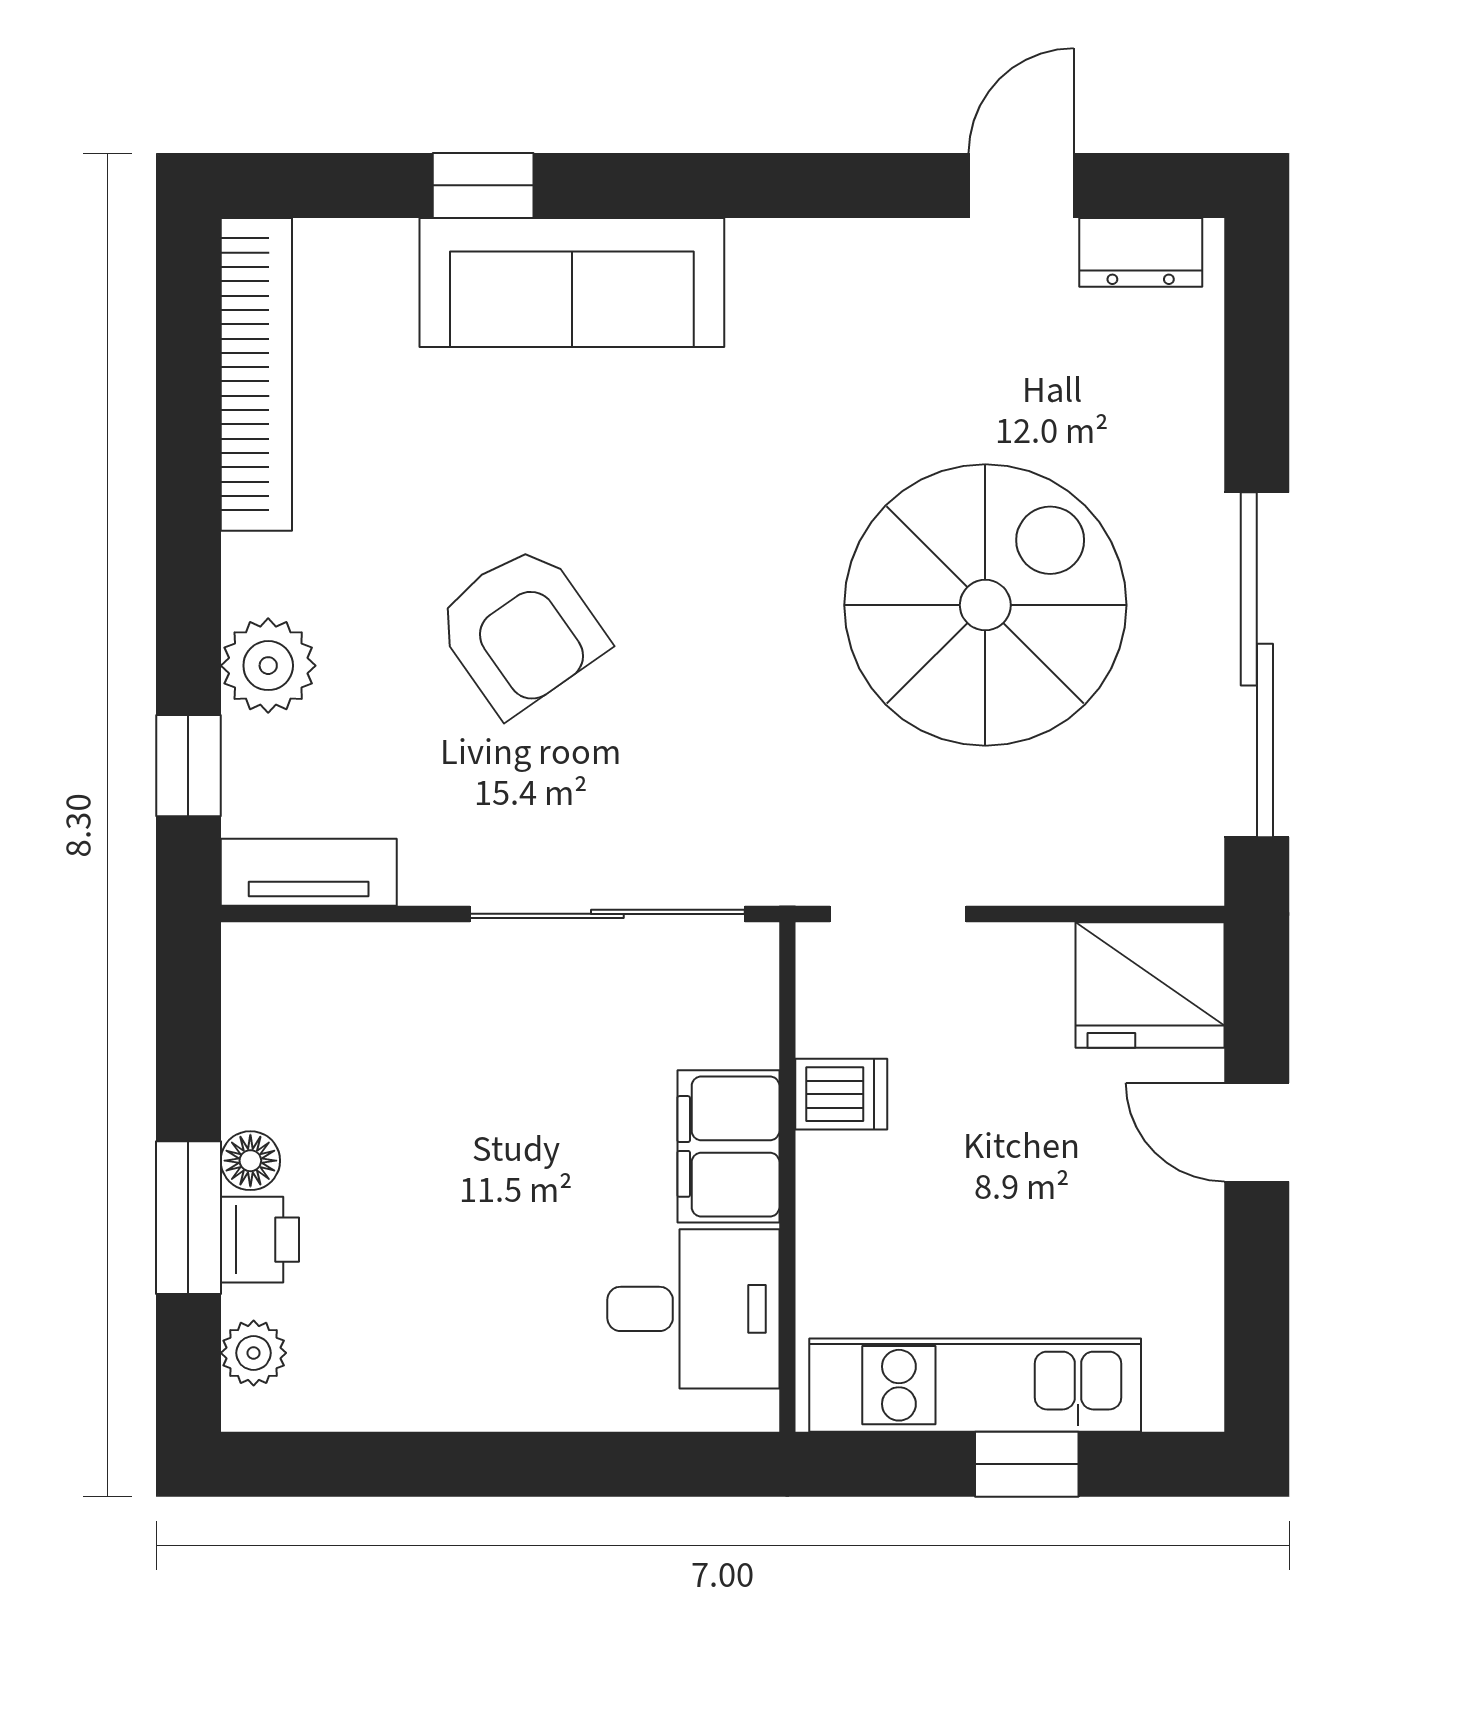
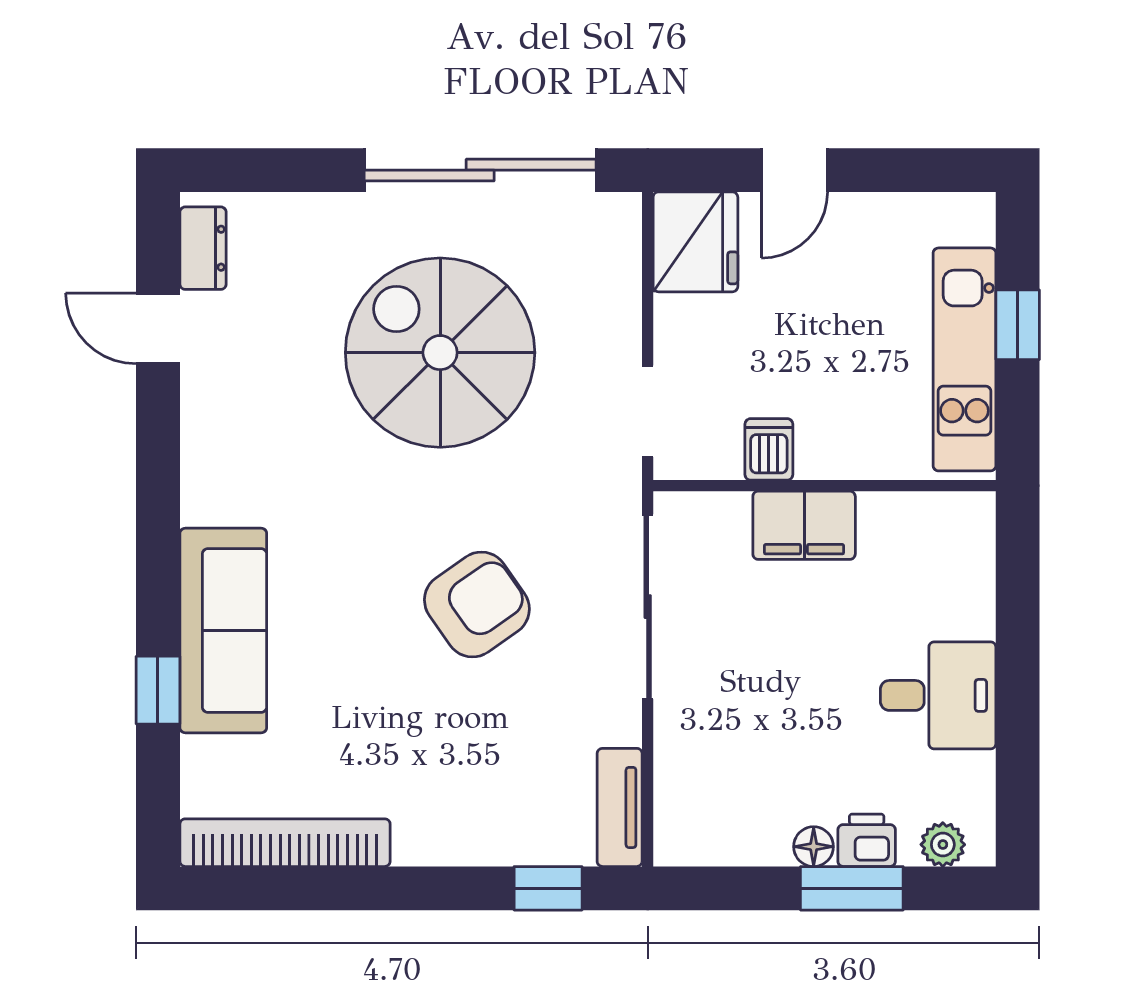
armchair: (521, 630) -> (477, 605), moved
plant: (268, 666) -> (481, 835), removed
desk: (693, 1309) -> (938, 695), moved, turned 90

